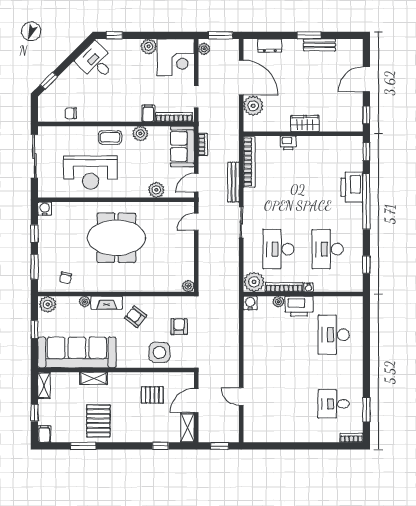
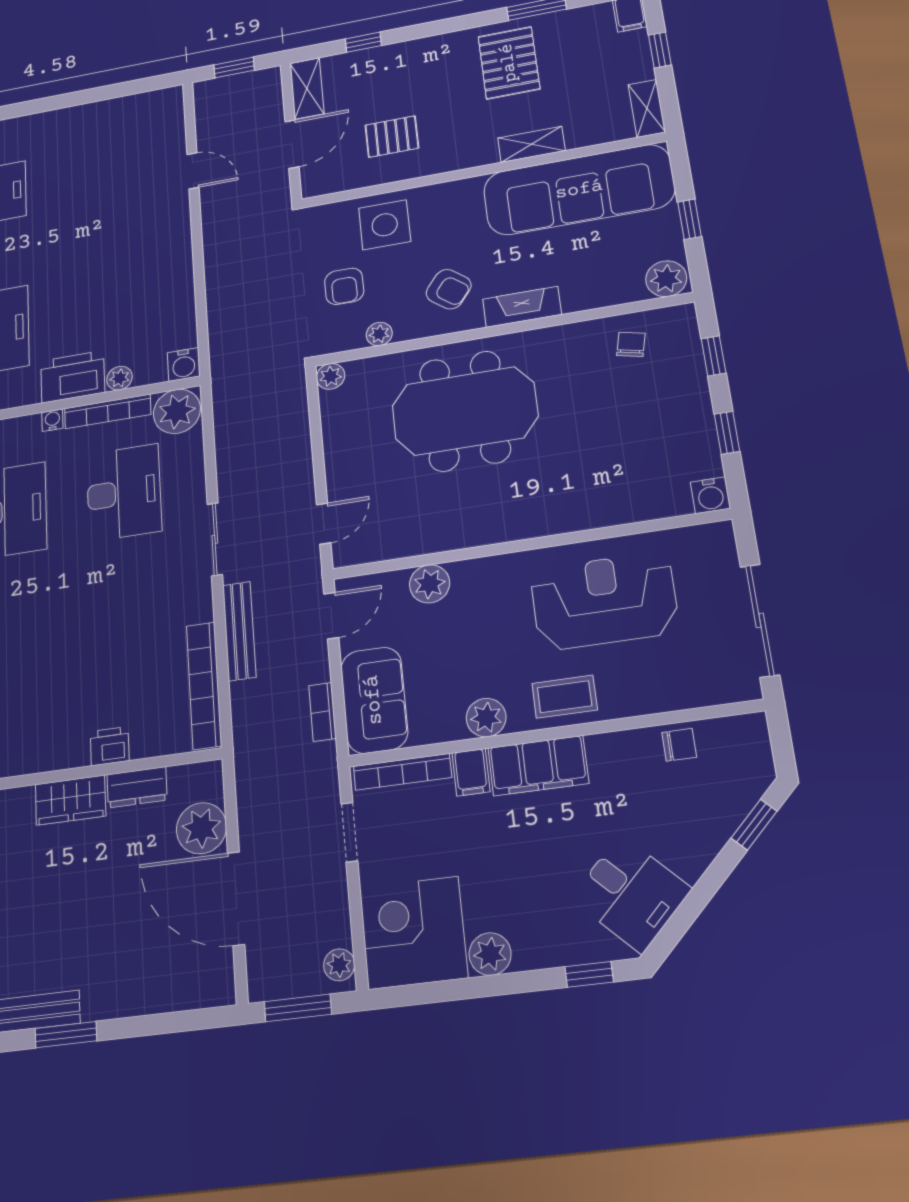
dresser: (270, 45) -> (137, 787), moved, turned 180
filing cabinet: (123, 113) -> (538, 766), added
meeting table: (116, 238) -> (465, 411), moved
window: (34, 267) -> (713, 356), width x0.67
plant: (85, 302) -> (379, 334), moved

